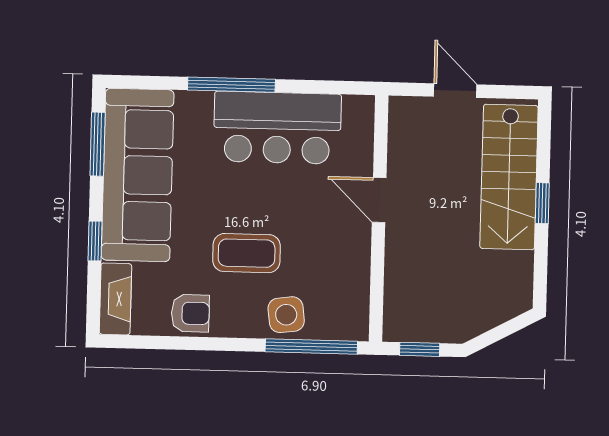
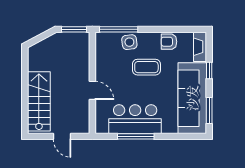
window: (231, 85) -> (136, 136), moved
window: (542, 203) -> (25, 91), removed
window: (420, 349) -> (74, 29), width x1.50

